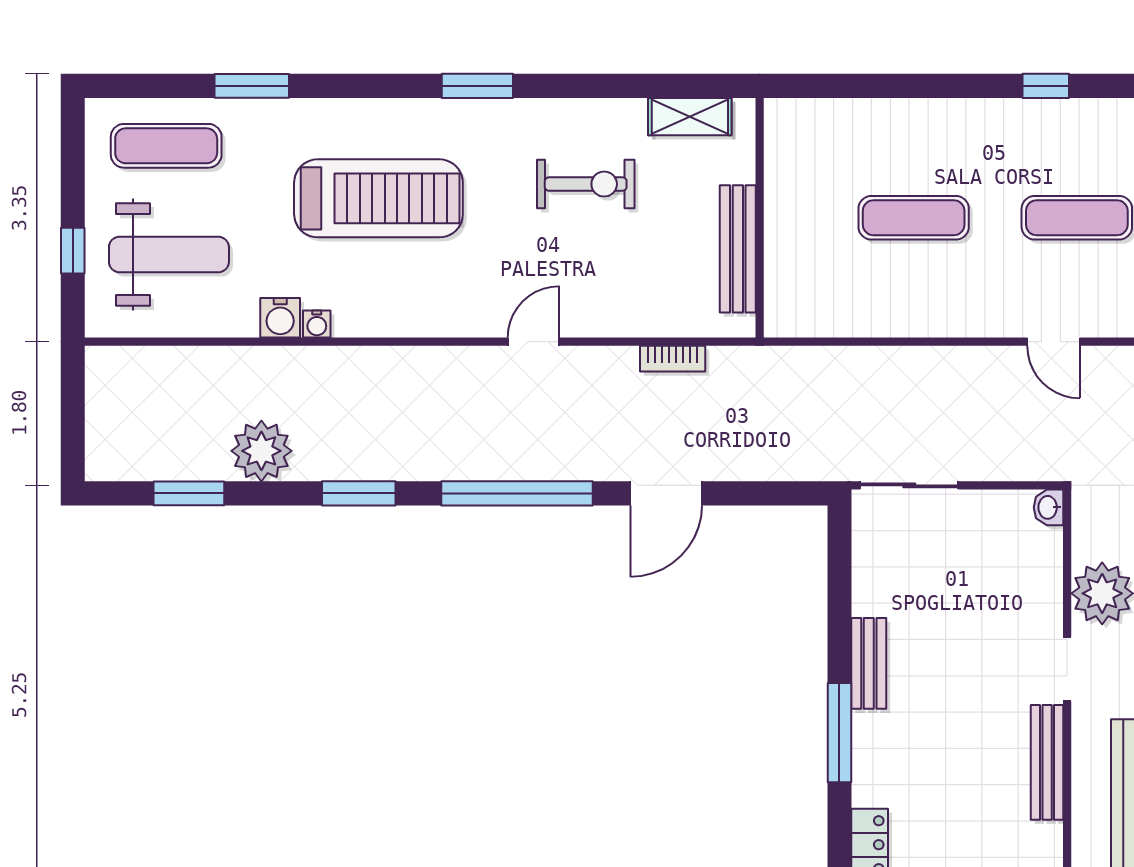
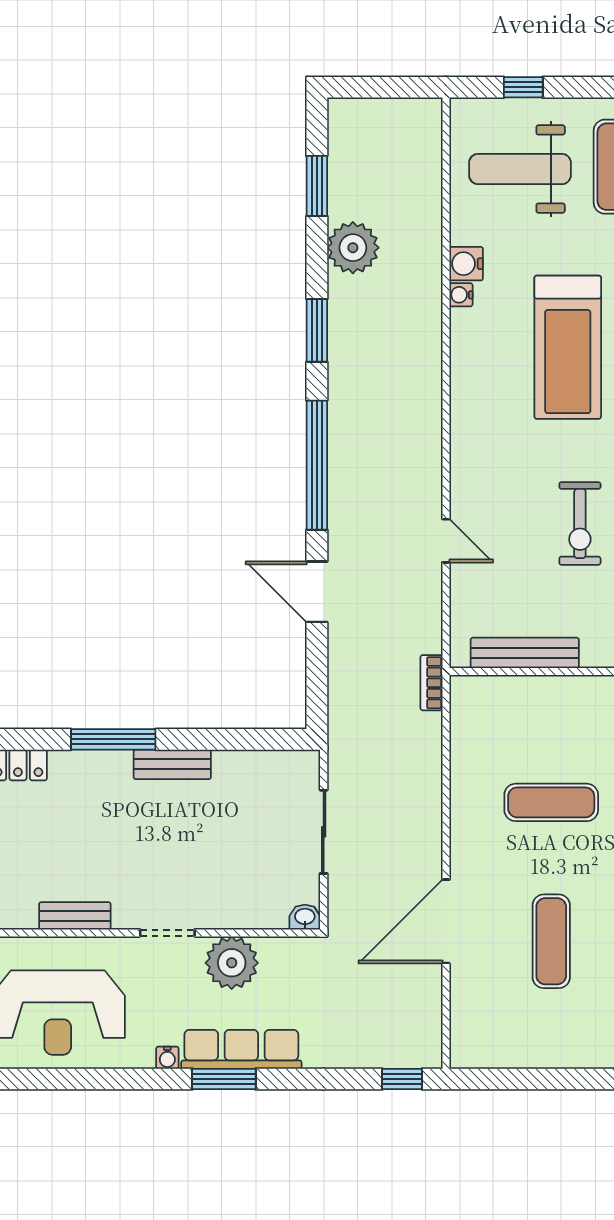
exercise mat: (914, 218) -> (551, 802), turned 90
weight bench: (169, 255) -> (520, 169), turned 90
door: (534, 342) -> (446, 541), moved
door: (1053, 342) -> (446, 921), width x1.88
bookcase: (673, 359) -> (431, 683), moved
sliding door: (909, 485) -> (324, 832), moved
bench: (1047, 762) -> (75, 916), width x0.73

